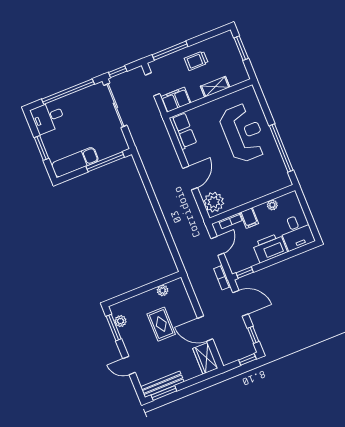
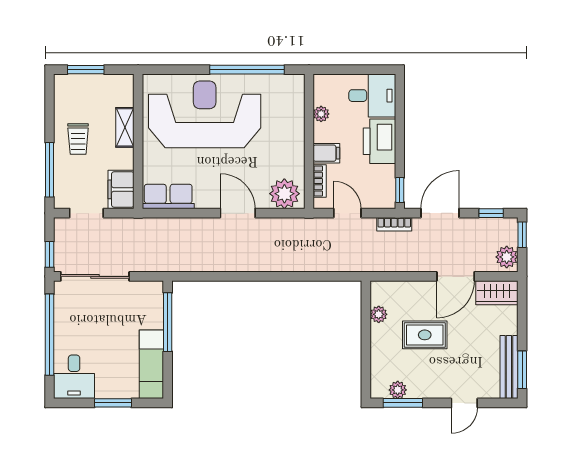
reception desk: (243, 133) -> (205, 114), width x1.36, depth x1.30
plant: (230, 355) -> (507, 257), added

